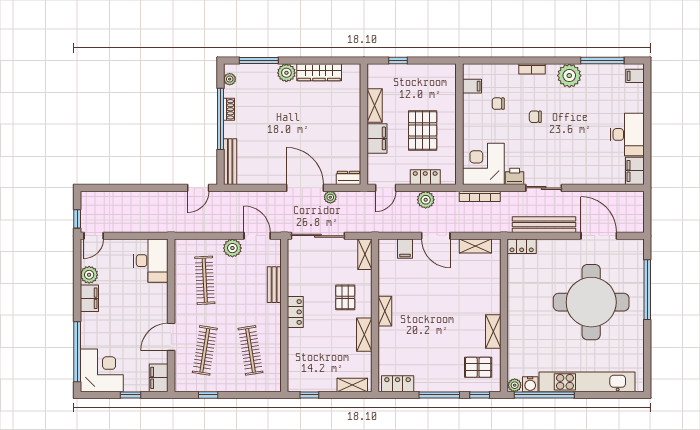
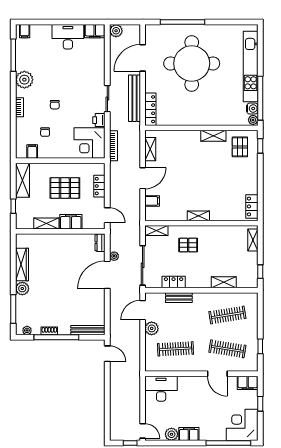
shelving: (433, 73) -> (22, 180), added
plant: (426, 200) -> (116, 31), moved
locker: (522, 246) -> (150, 109), width x1.53
locker: (295, 312) -> (174, 282), moved
shelving: (364, 335) -> (224, 282), moved
window: (439, 395) -> (260, 176), removed

